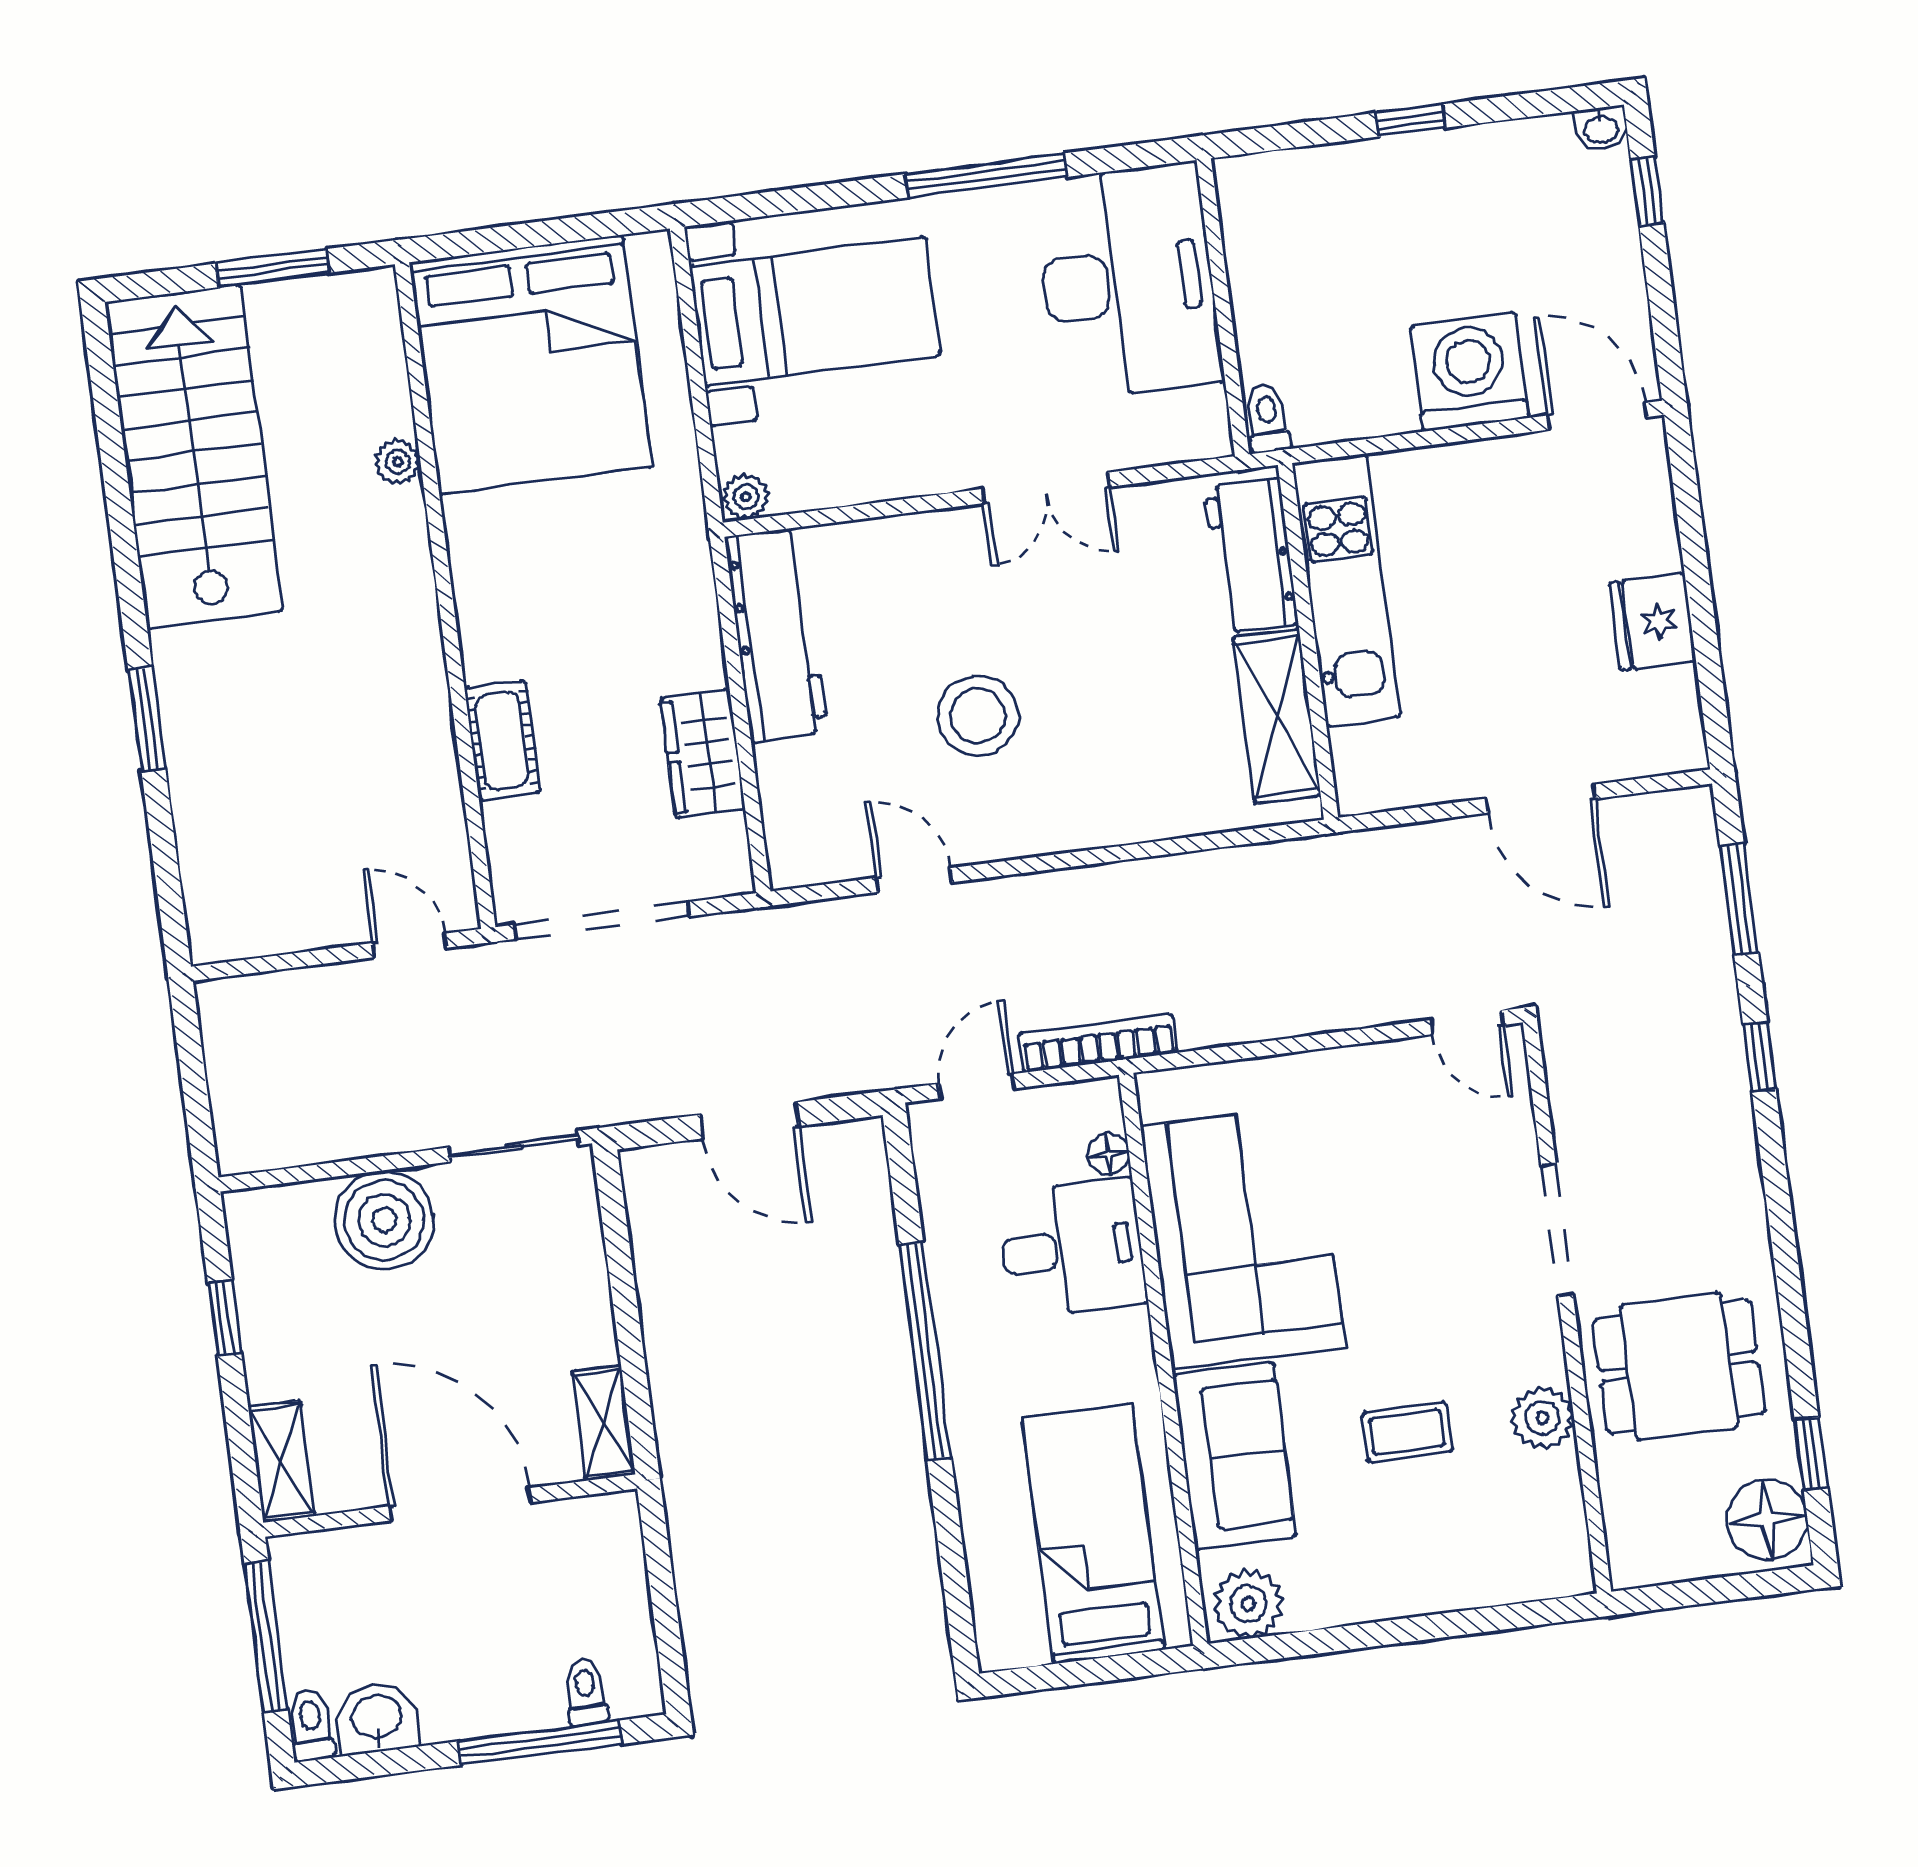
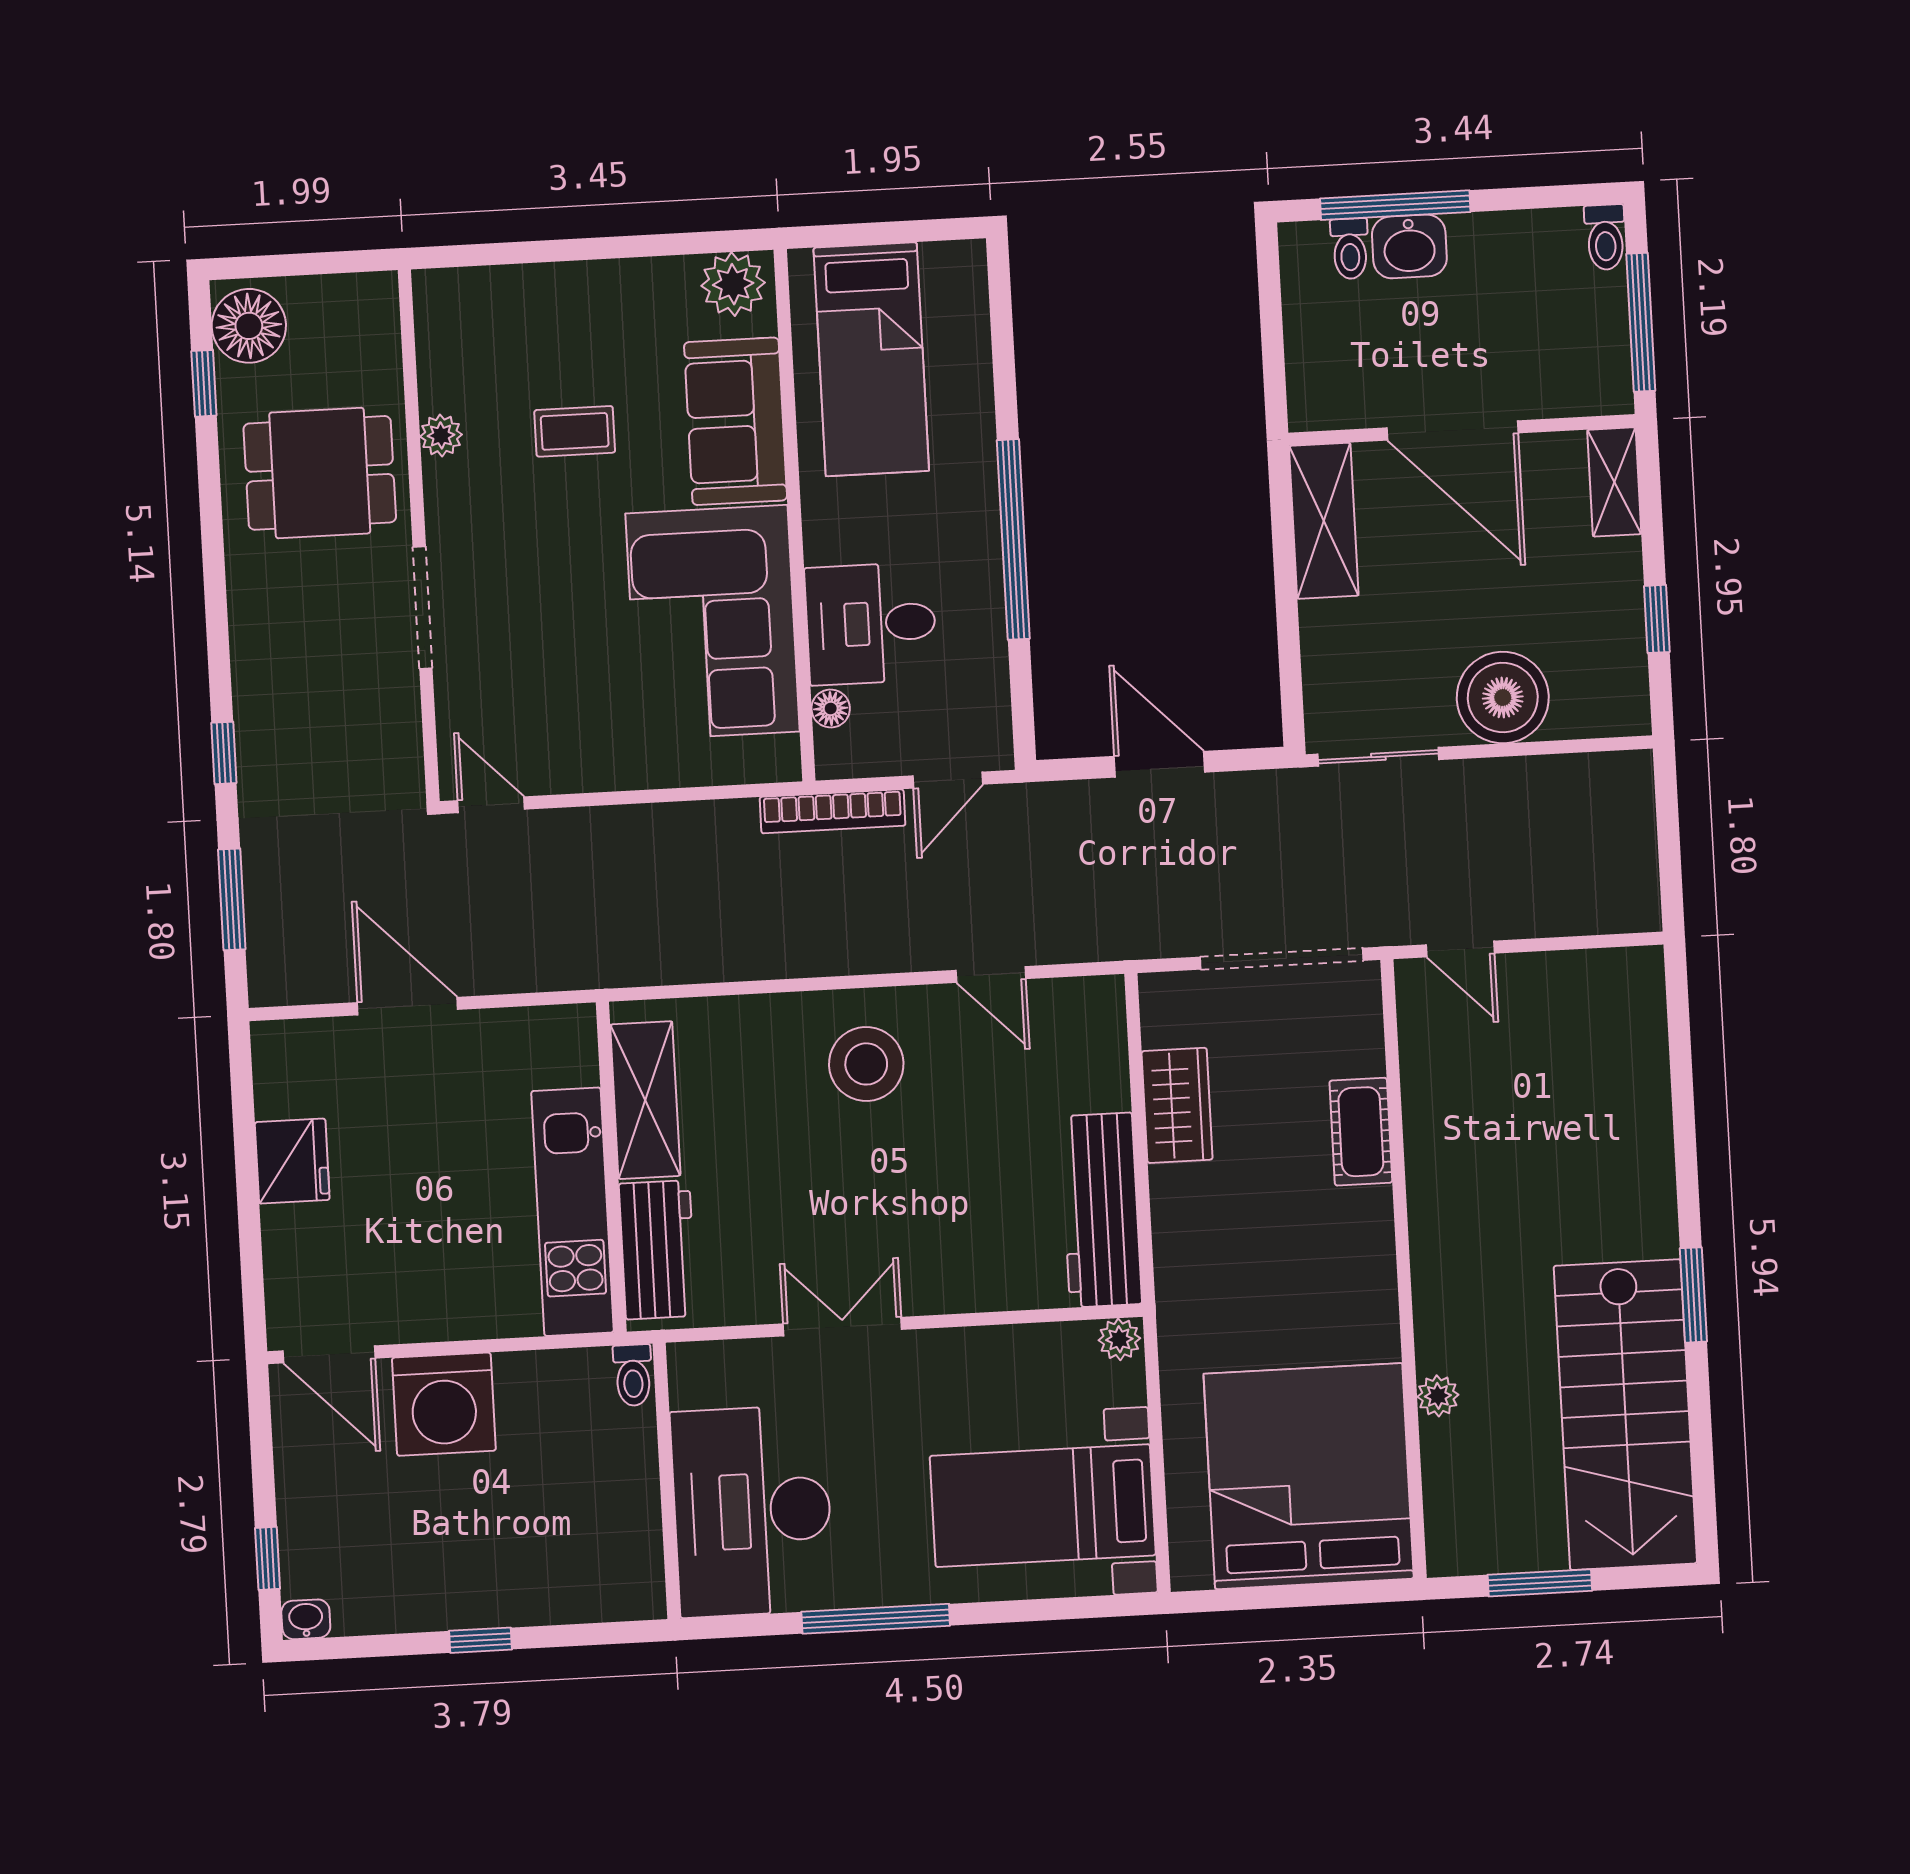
stool: (978, 716) -> (866, 1064), moved
window: (147, 719) -> (1693, 1295), moved
plant: (1542, 1418) -> (441, 435), width x0.73, depth x0.73
shelving: (604, 1423) -> (1324, 521), width x1.50, depth x1.33
washbasin: (377, 1718) -> (1409, 246), moved

